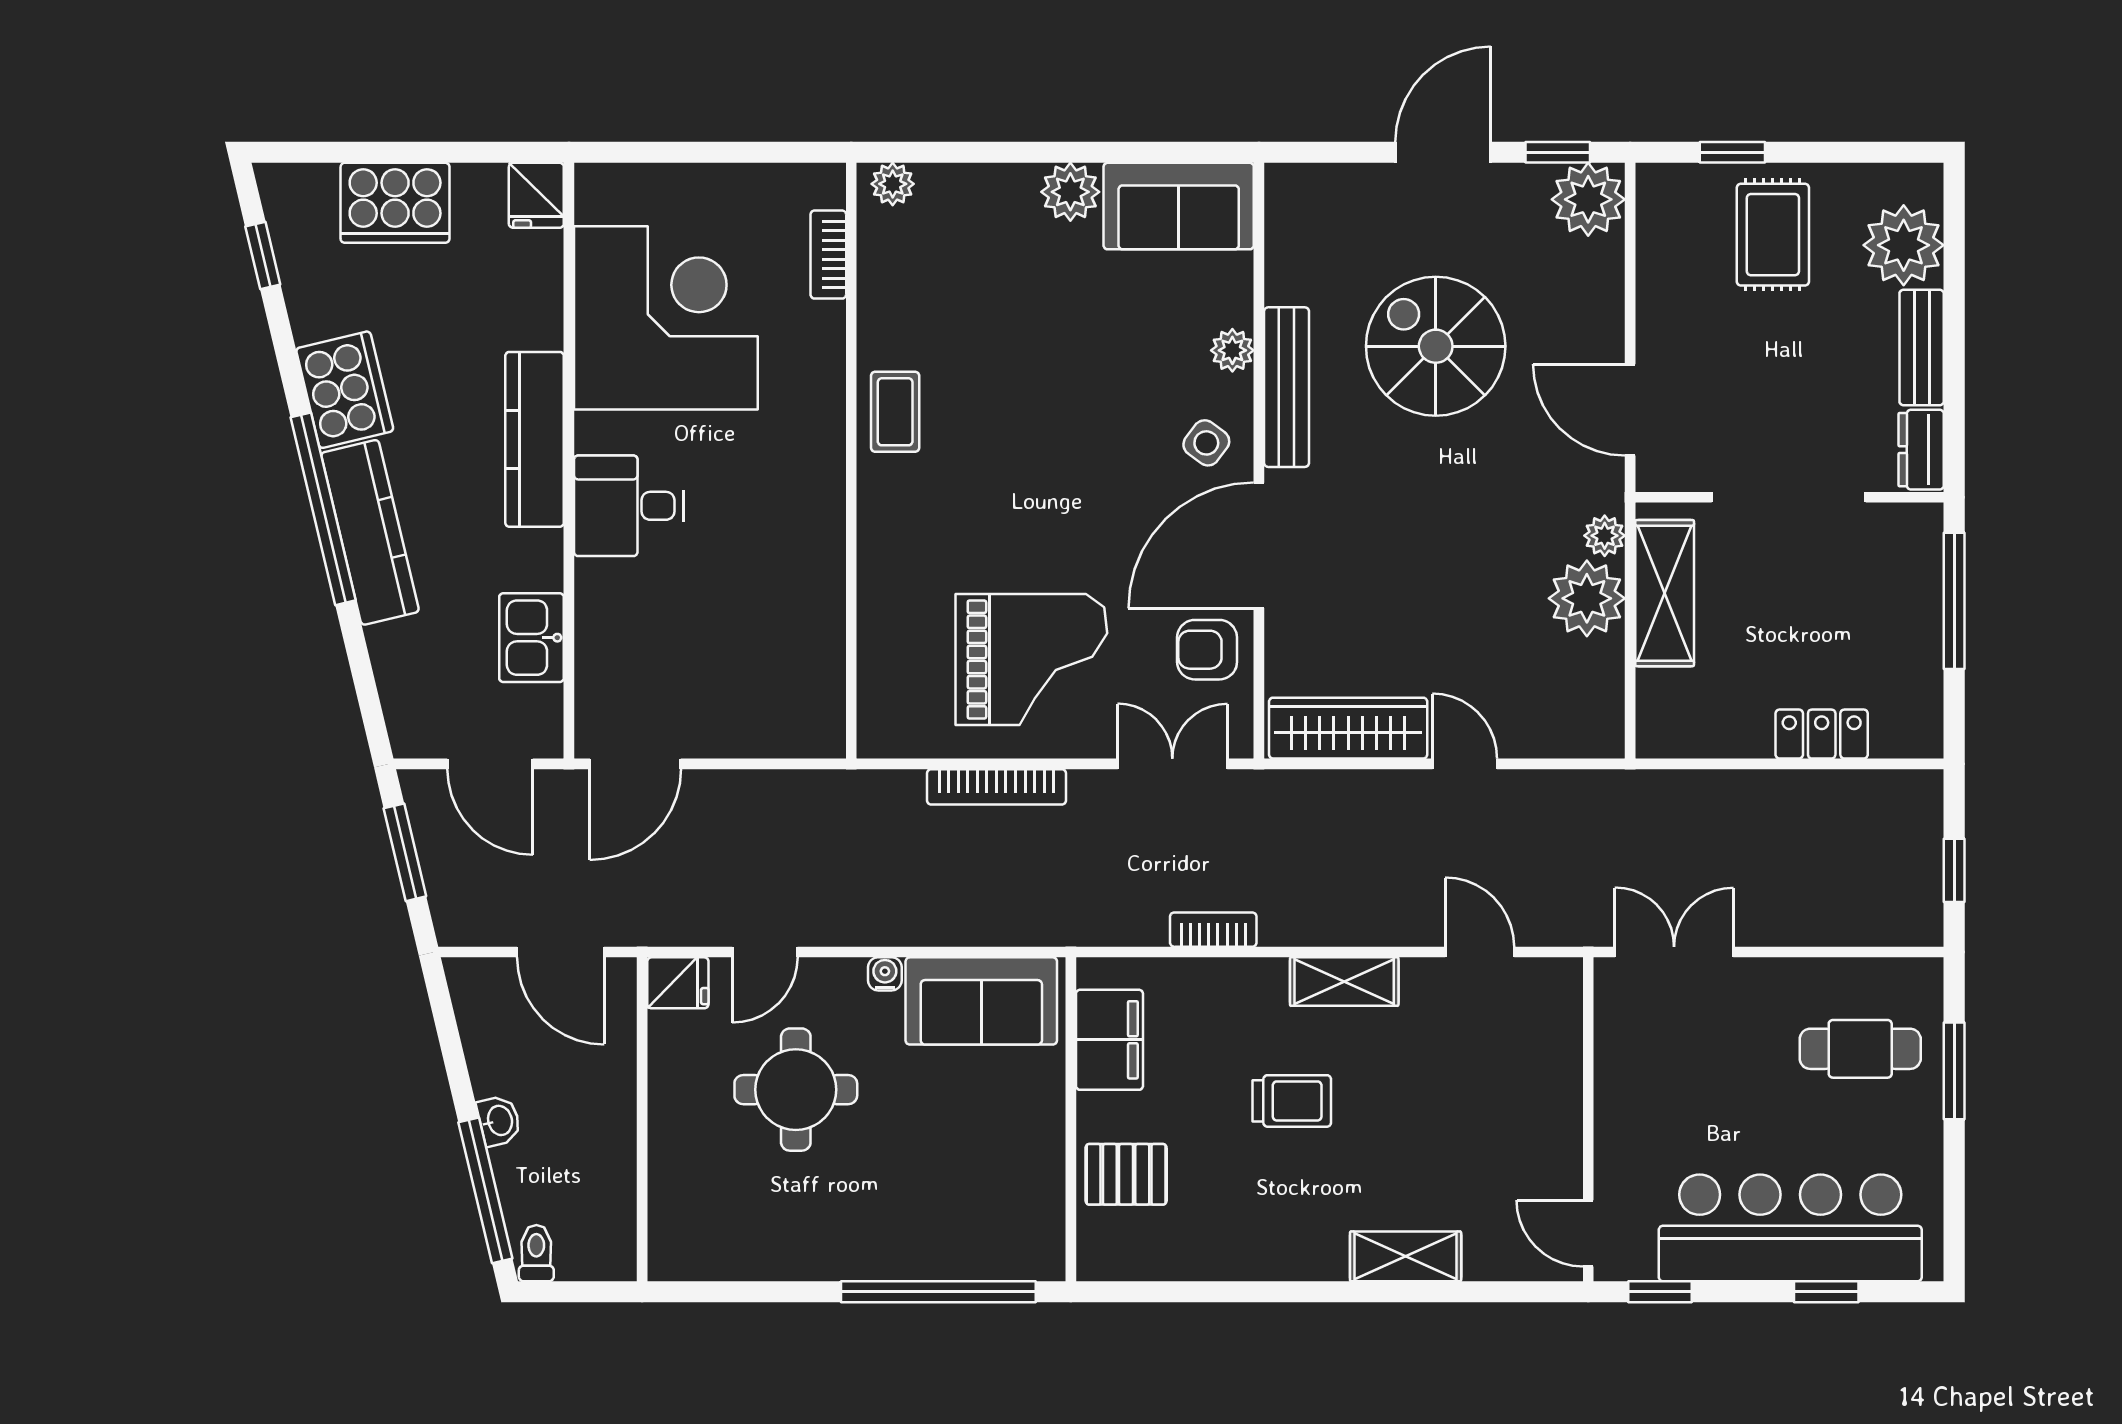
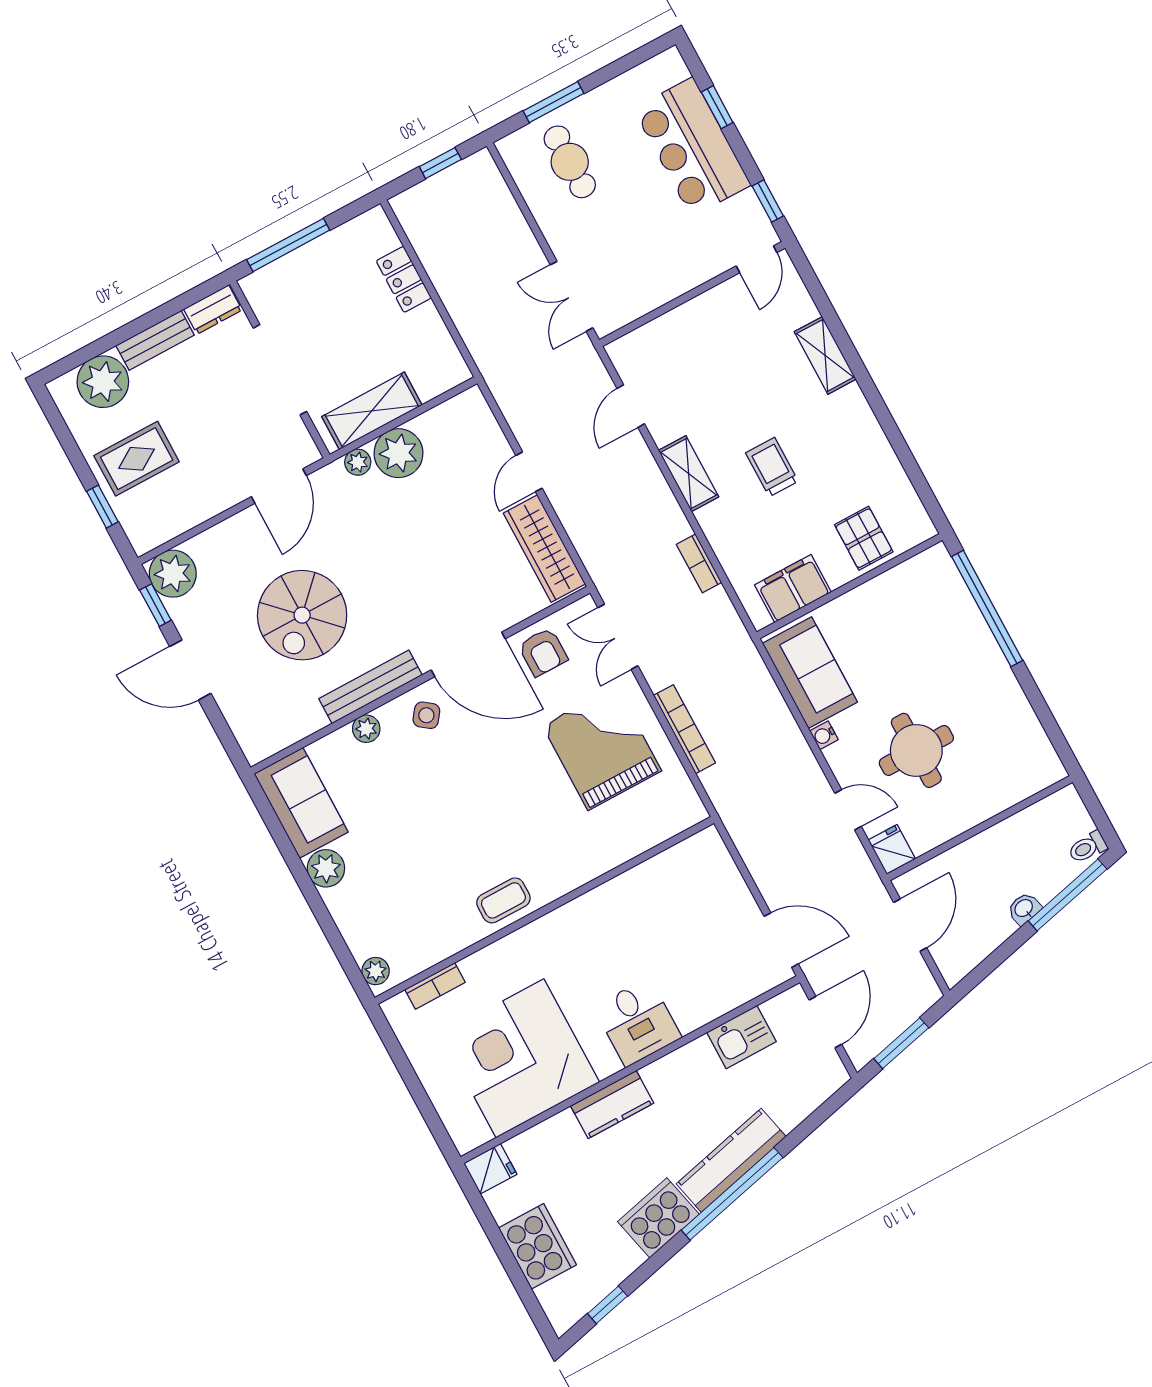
kitchen counter: (535, 439) -> (612, 1104), width x0.67
bar counter: (1790, 1228) -> (692, 147), width x0.73

